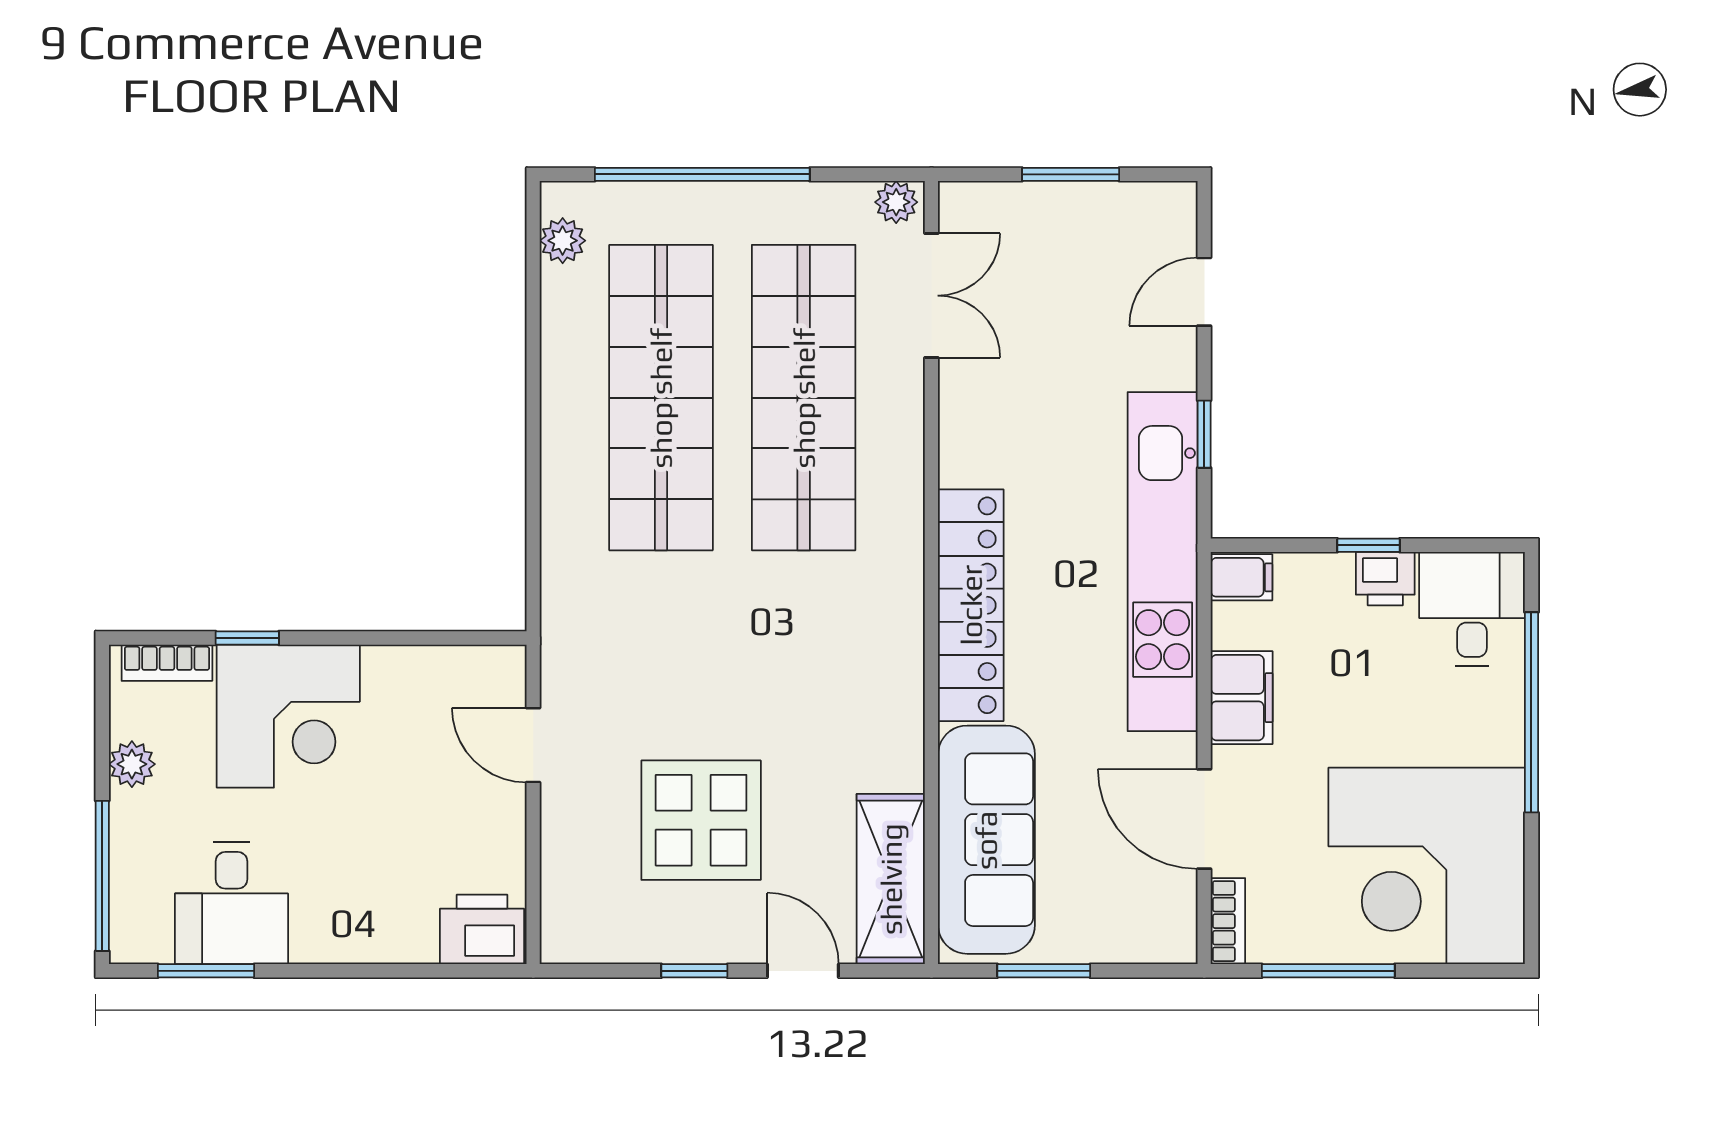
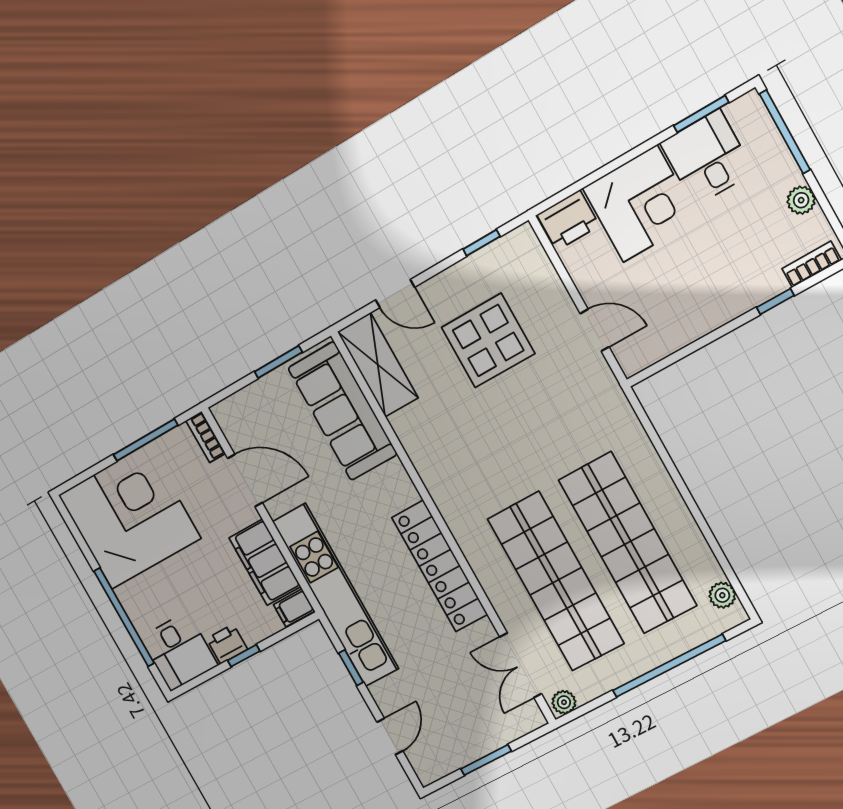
locker: (971, 605) -> (440, 566), moved
filing cabinet: (1242, 698) -> (265, 562), width x1.50, depth x1.17
corner desk: (288, 716) -> (640, 204), moved, turned 180
window: (694, 971) -> (481, 243), moved

